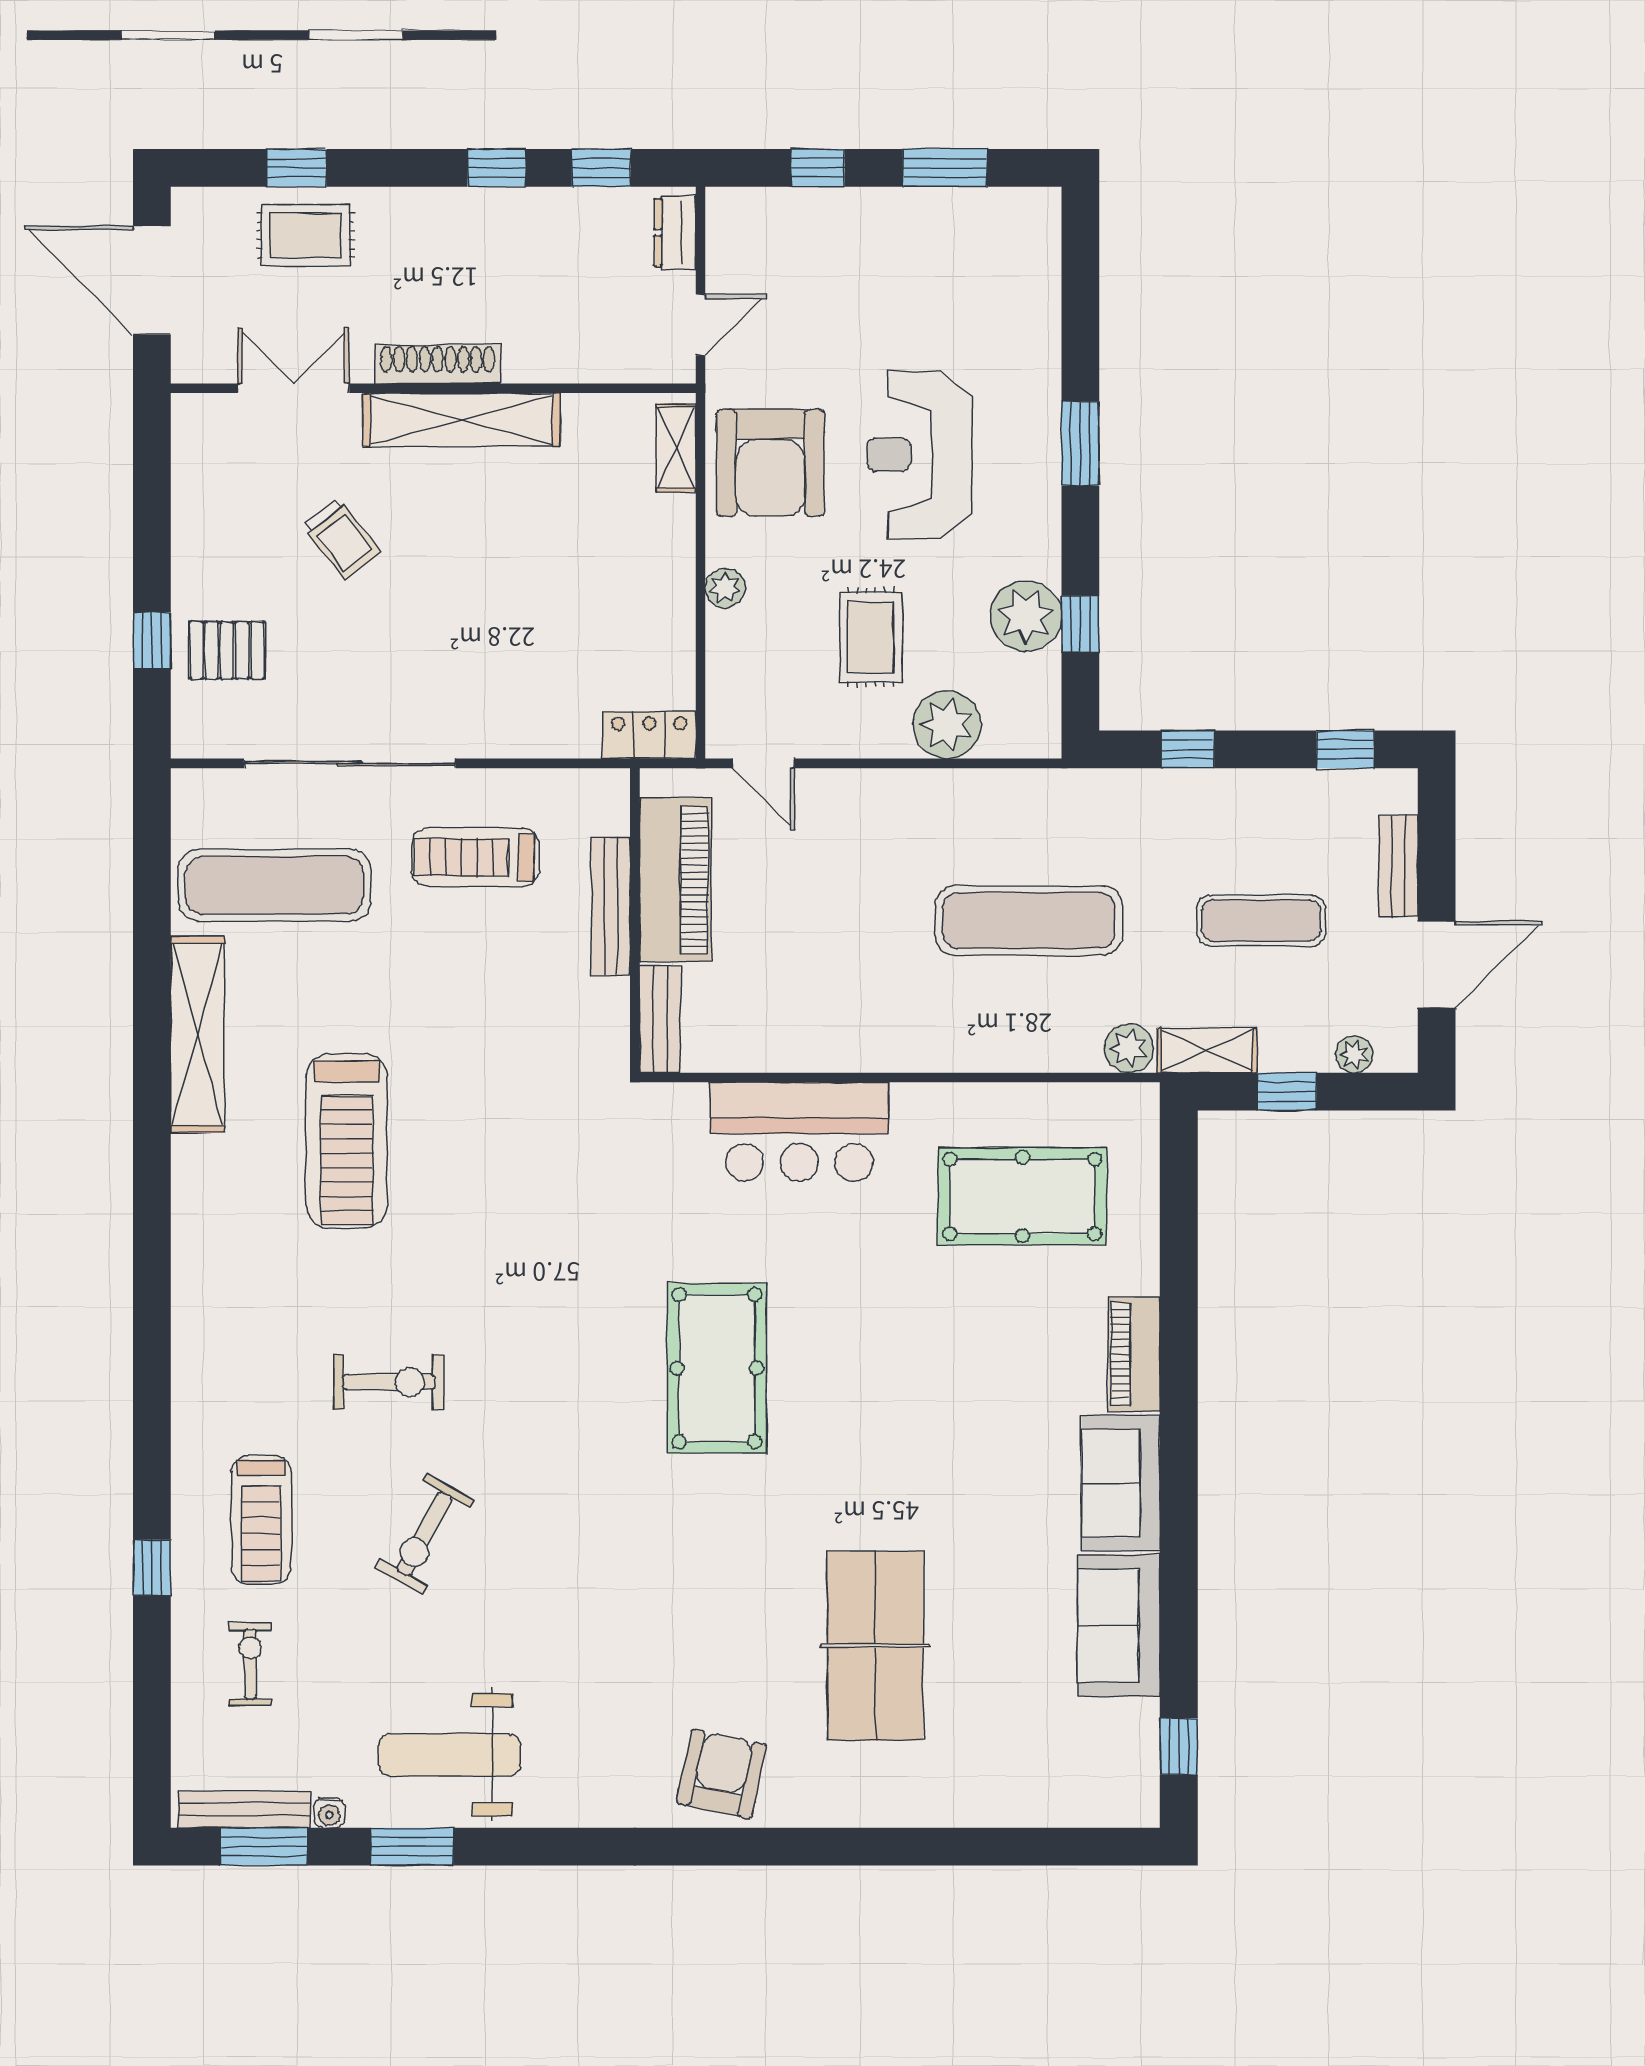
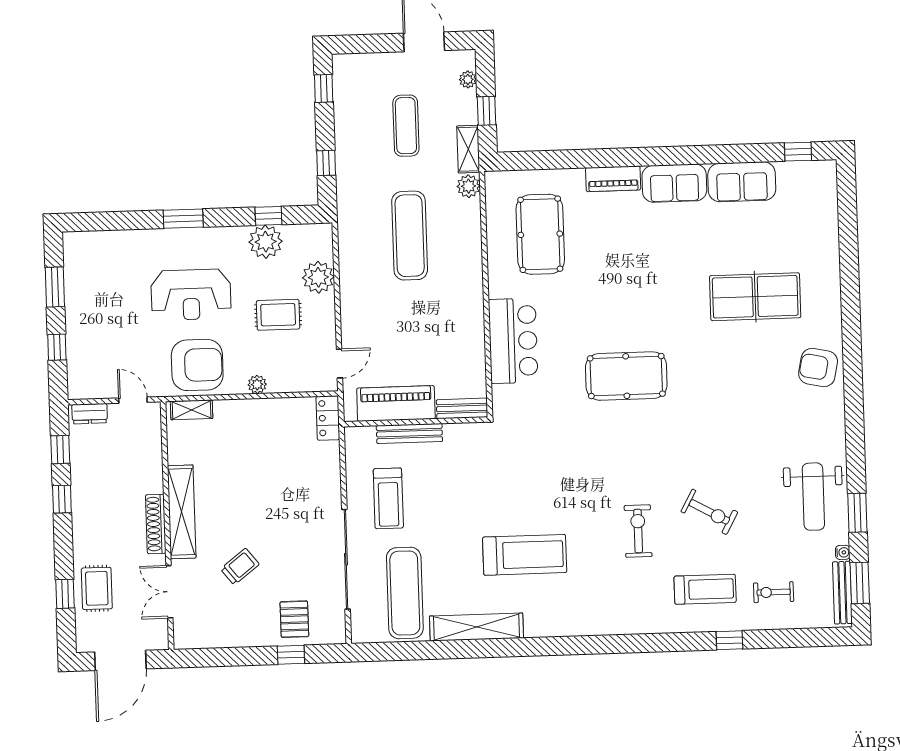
bench: (1398, 866) -> (378, 62), removed

